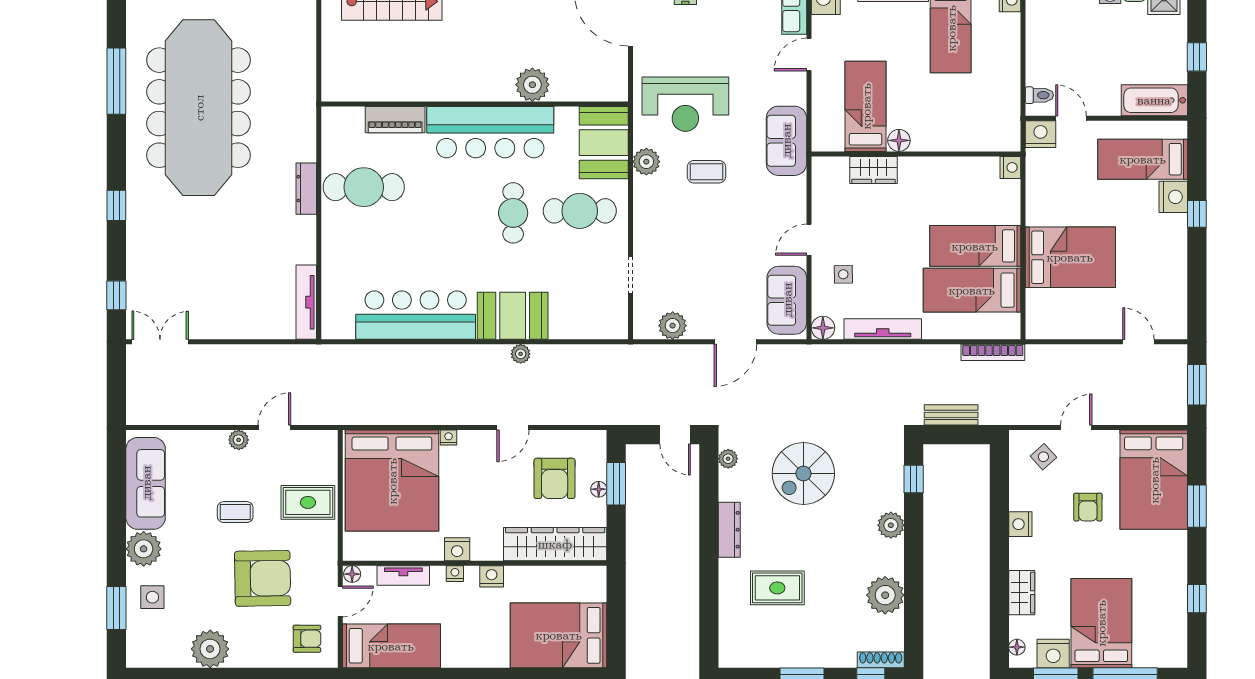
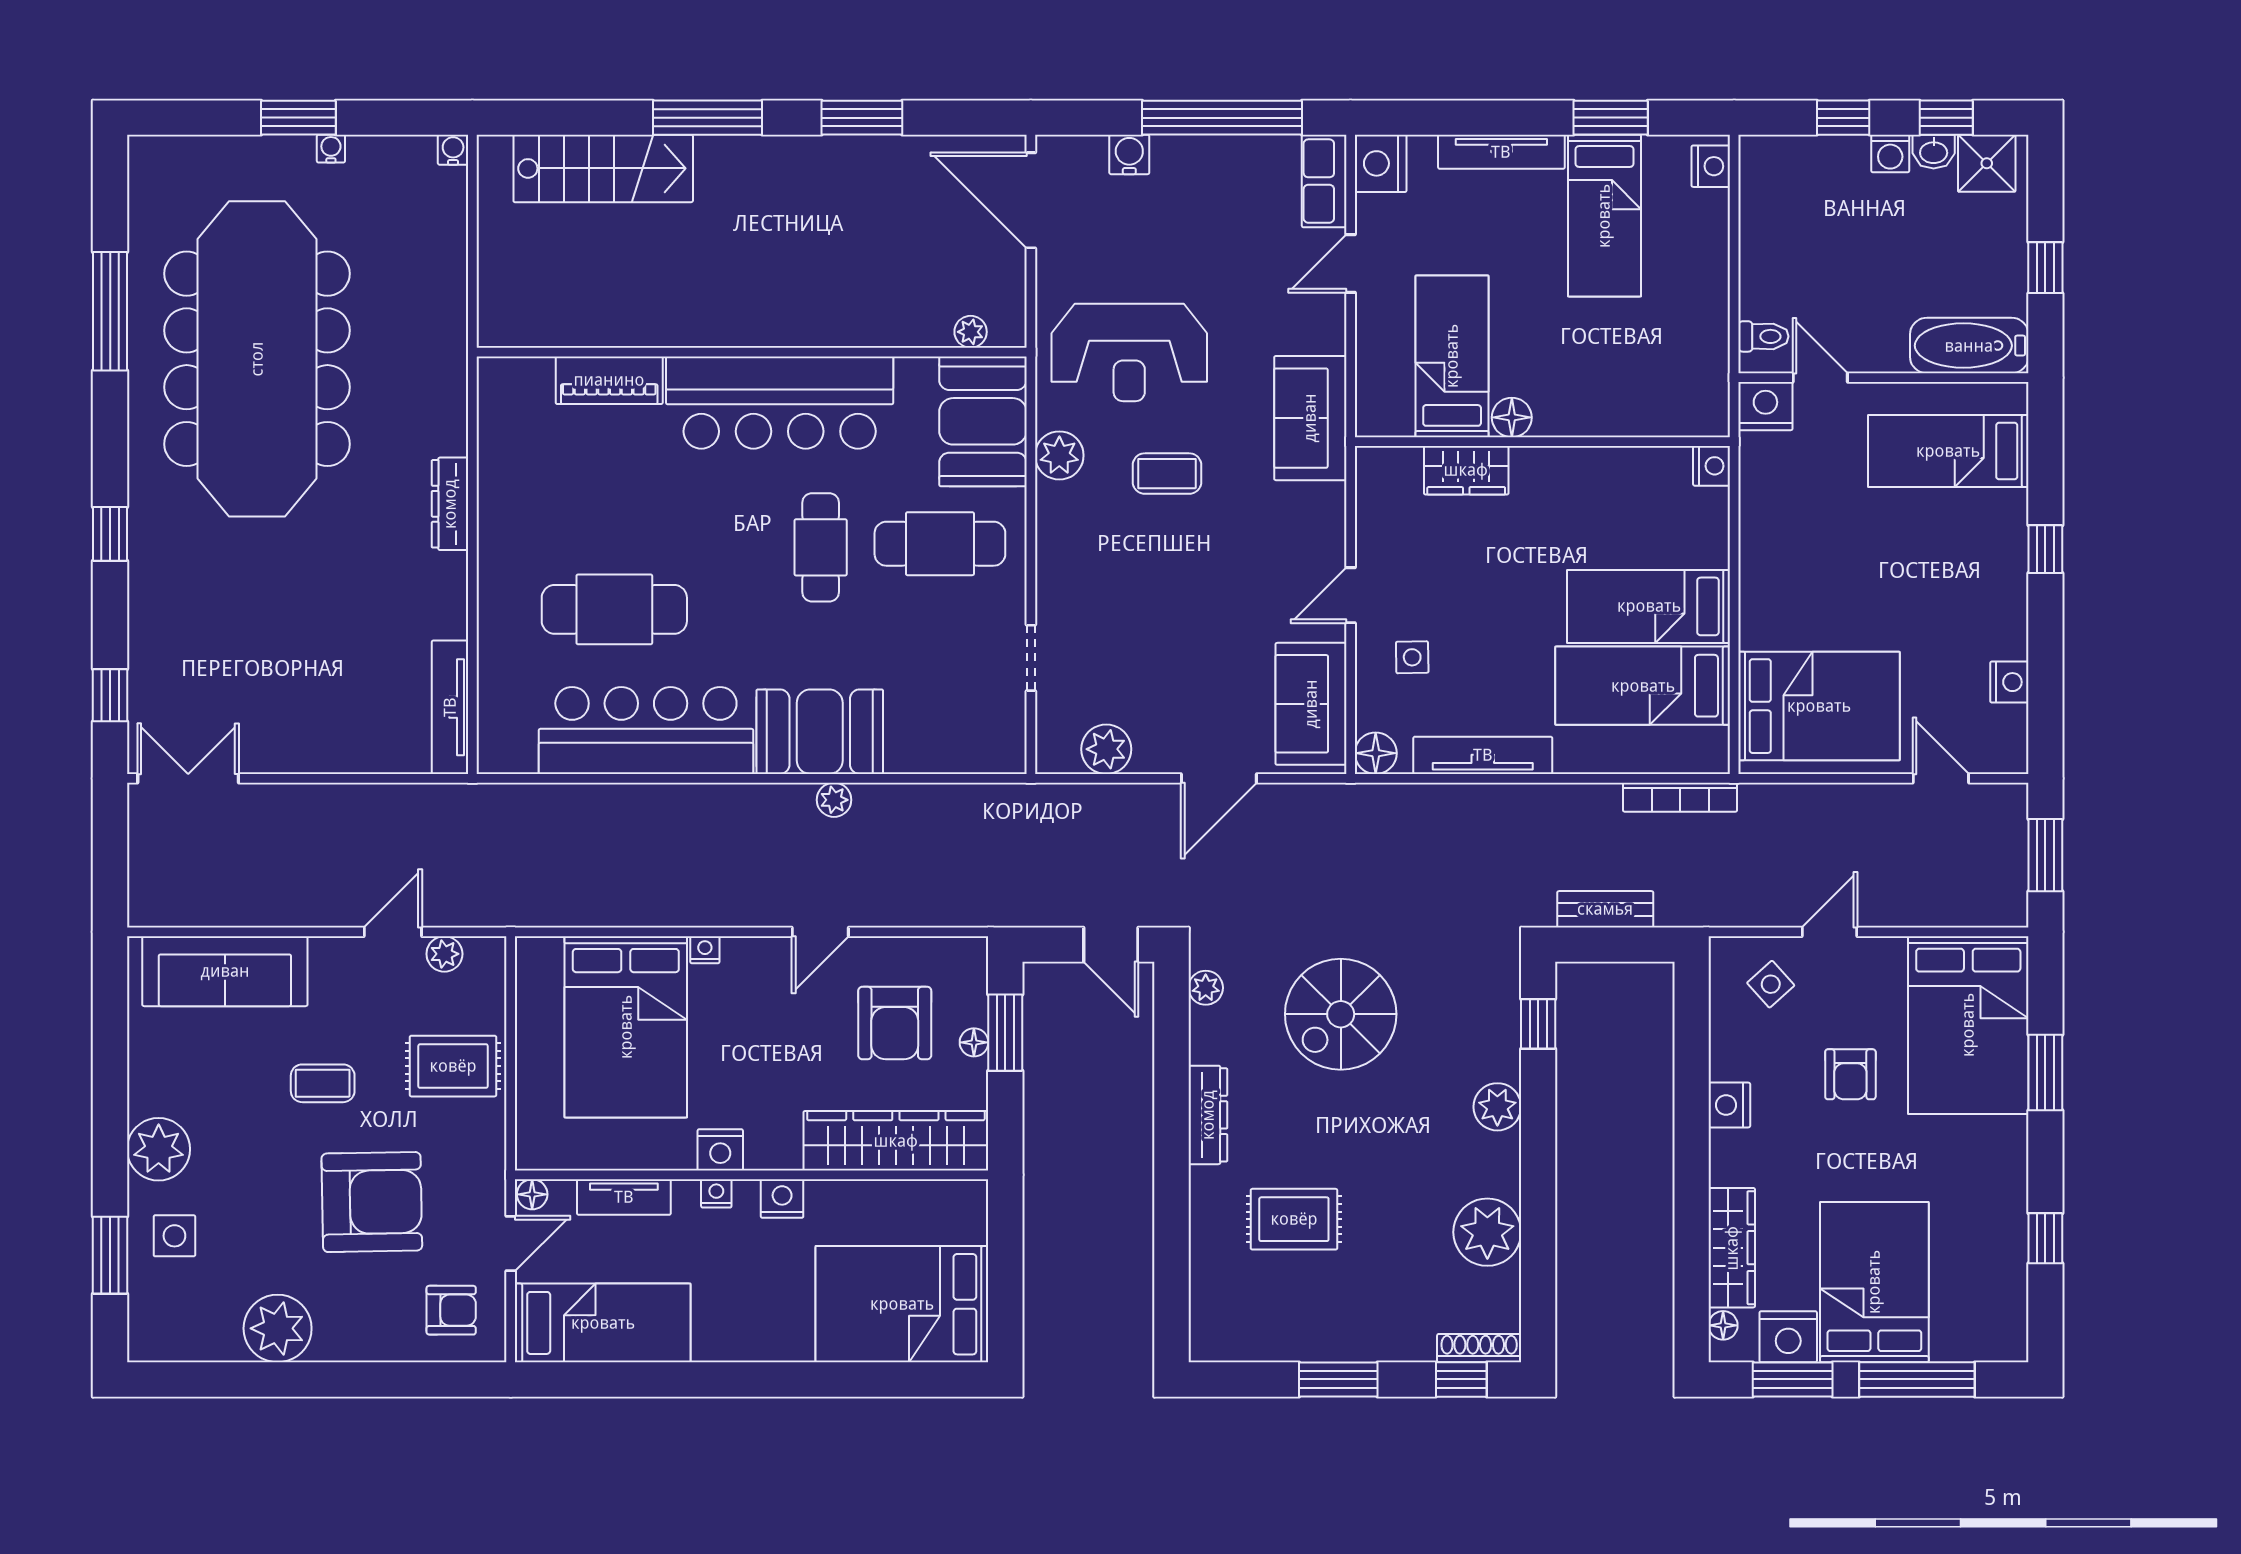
plant: (532, 85) -> (971, 332), moved, width x0.53, depth x0.53
cafe table: (364, 187) -> (614, 609), moved
nightstand: (1173, 197) -> (2009, 682), moved, width x0.74, depth x0.75
bed: (1070, 257) -> (1819, 706), moved
plant: (239, 440) -> (444, 954), moved
bed: (392, 481) -> (626, 1027), width x0.73
sofa: (146, 483) -> (225, 971), moved, turned 90
wardrobe: (1022, 593) -> (1732, 1248), width x1.50

